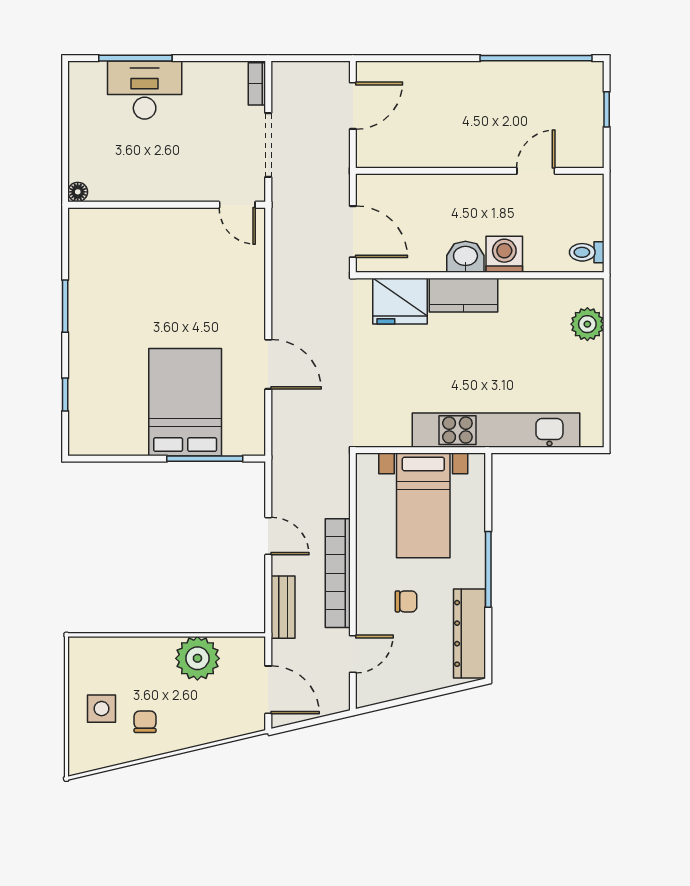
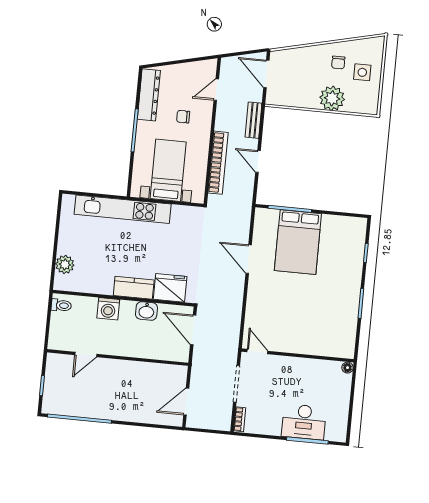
washbasin: (465, 257) -> (146, 311), moved
bookcase: (338, 573) -> (218, 163), moved
plant: (197, 658) -> (332, 98), moved

